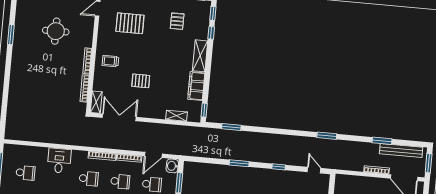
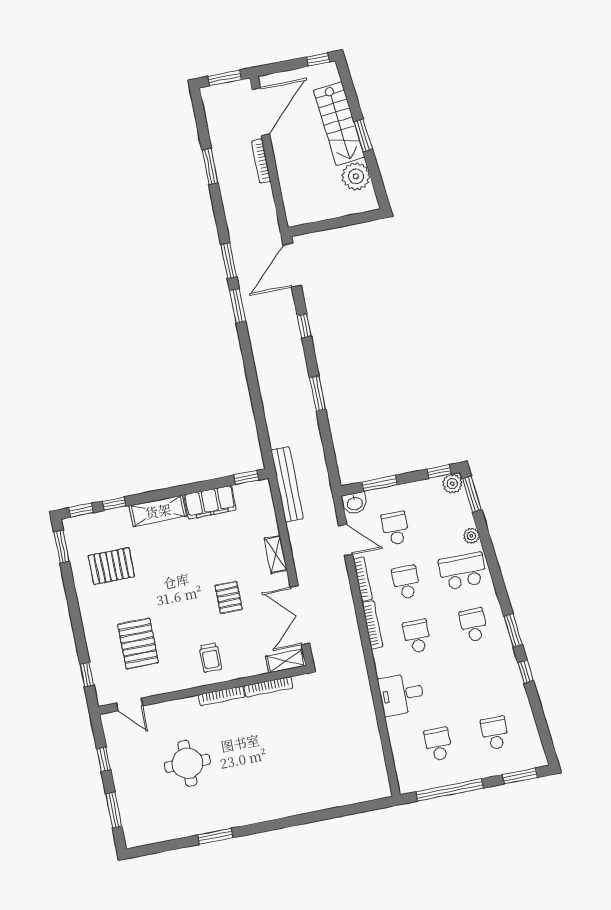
pallet: (177, 21) -> (111, 566), width x1.50, depth x1.42
shelving: (177, 116) -> (276, 554), moved
window: (231, 127) -> (238, 306), moved
bench: (401, 150) -> (287, 484), moved
door: (314, 170) -> (292, 265), width x1.88

